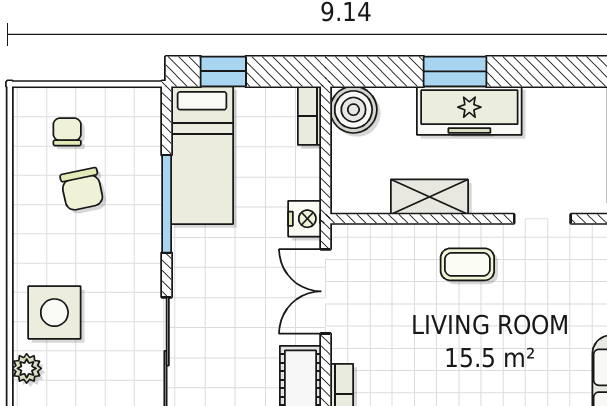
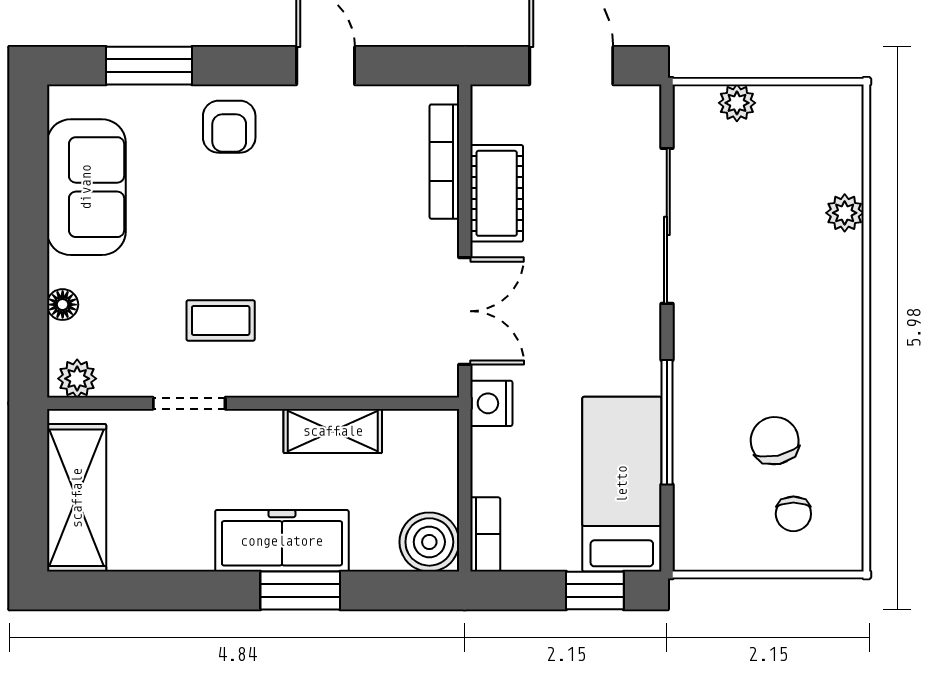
coffee table: (467, 264) -> (221, 320), moved
side table: (54, 313) -> (809, 284), removed

